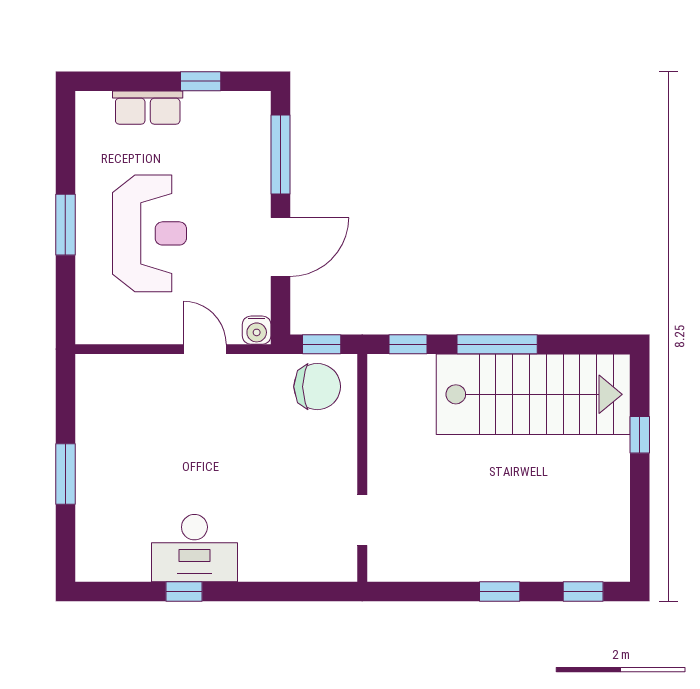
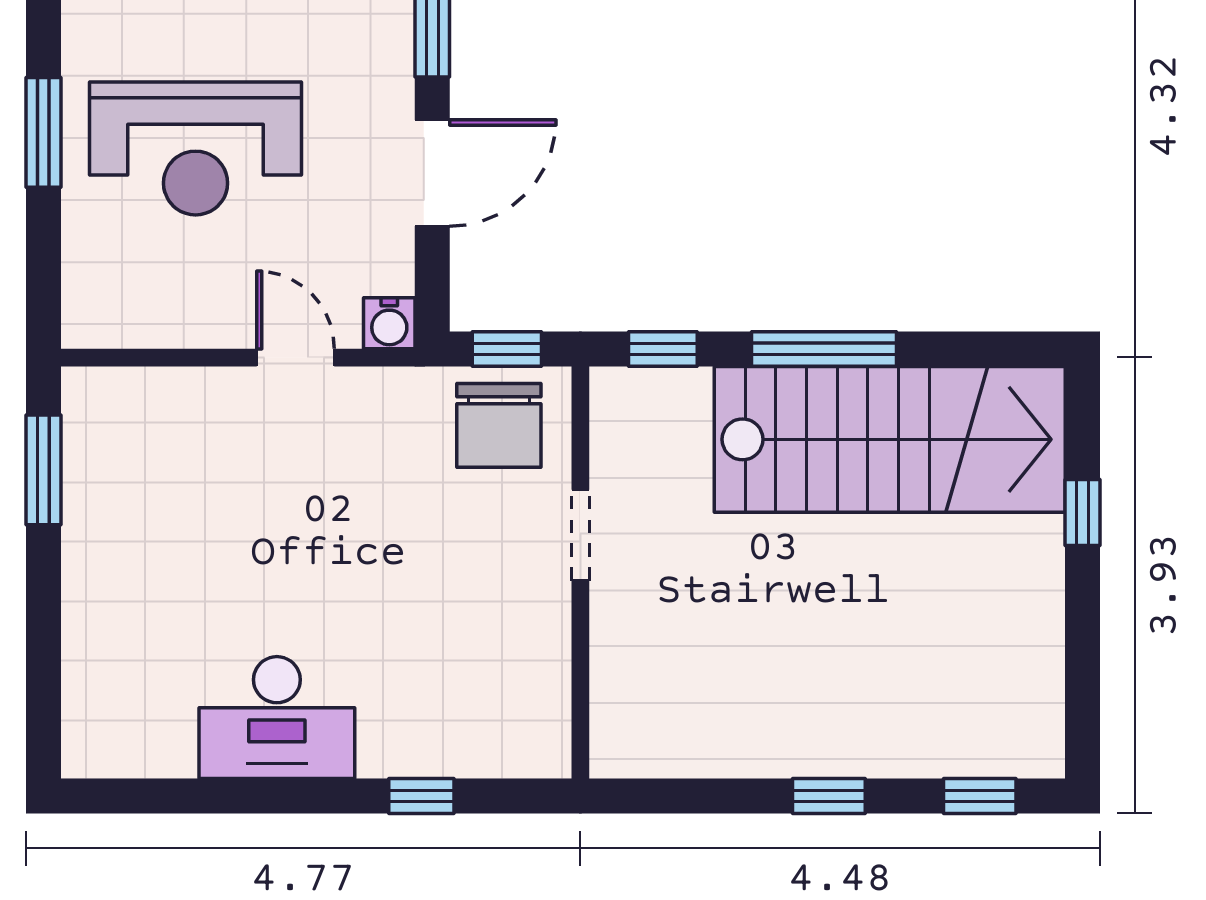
reception desk: (150, 233) -> (196, 148), turned 90
chair: (317, 387) -> (499, 425), turned 90
window: (65, 474) -> (43, 470), moved
doorway: (362, 520) -> (580, 535), moved
window: (184, 591) -> (421, 796), moved

